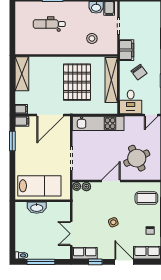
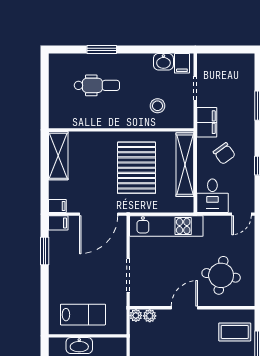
dental chair: (49, 24) -> (97, 85), turned 180
round table: (137, 158) -> (221, 275), turned 35
lab bench: (39, 186) -> (83, 315), width x0.73, depth x0.72

